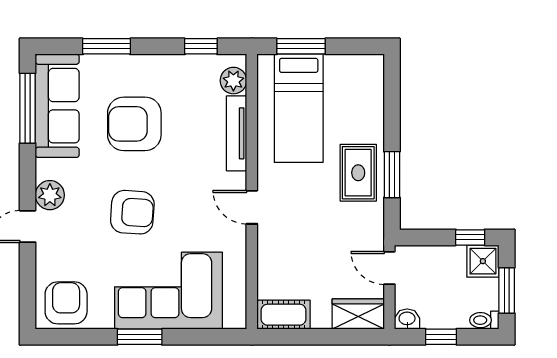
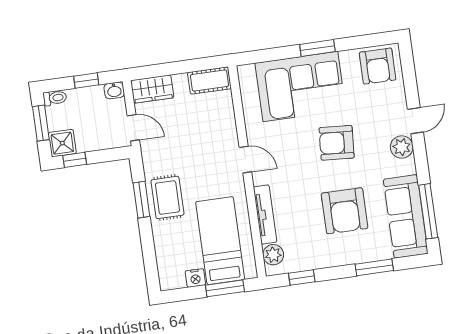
nightstand: (337, 65) -> (195, 278), added
armchair: (134, 124) -> (345, 211), turned 90

